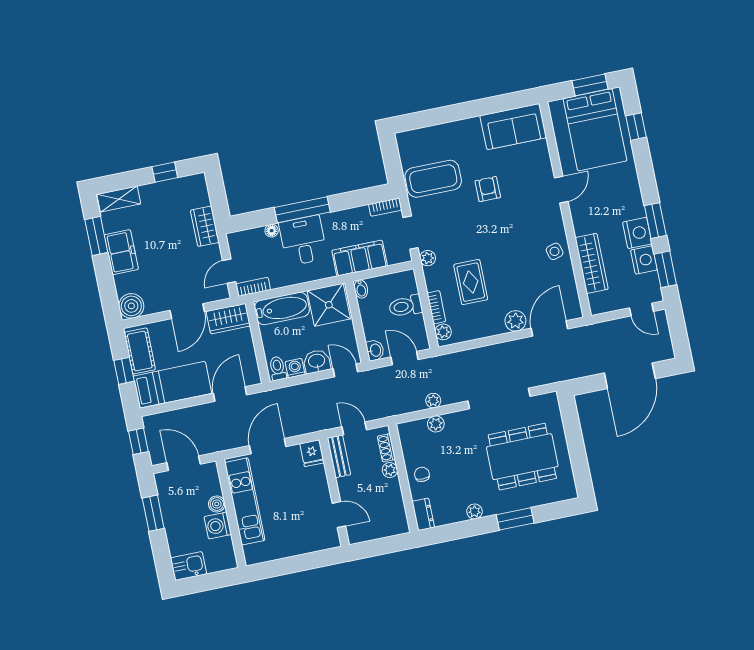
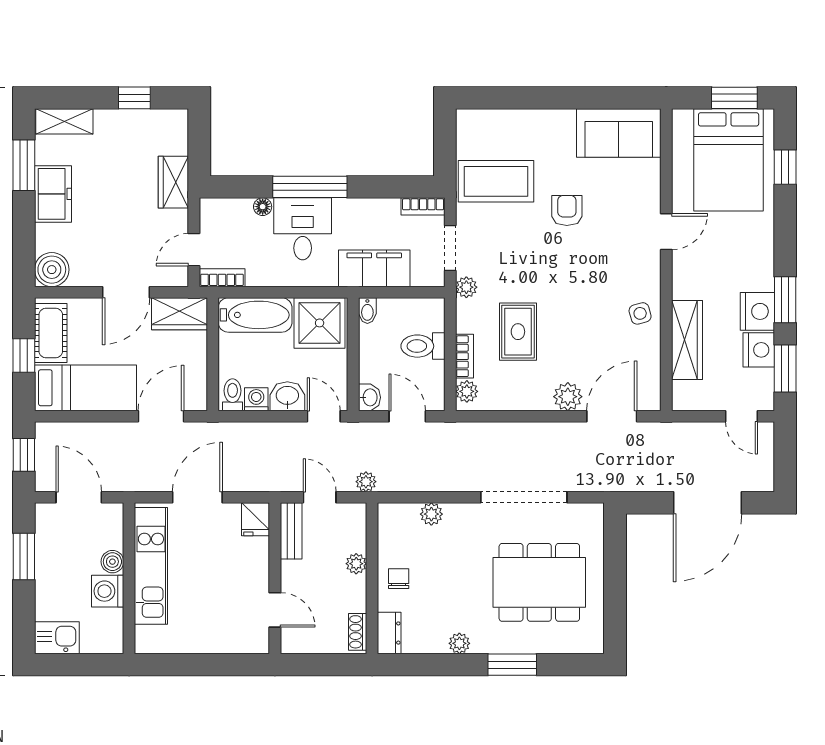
plant: (433, 401) -> (366, 482), moved
shoe rack: (386, 448) -> (358, 632), moved

